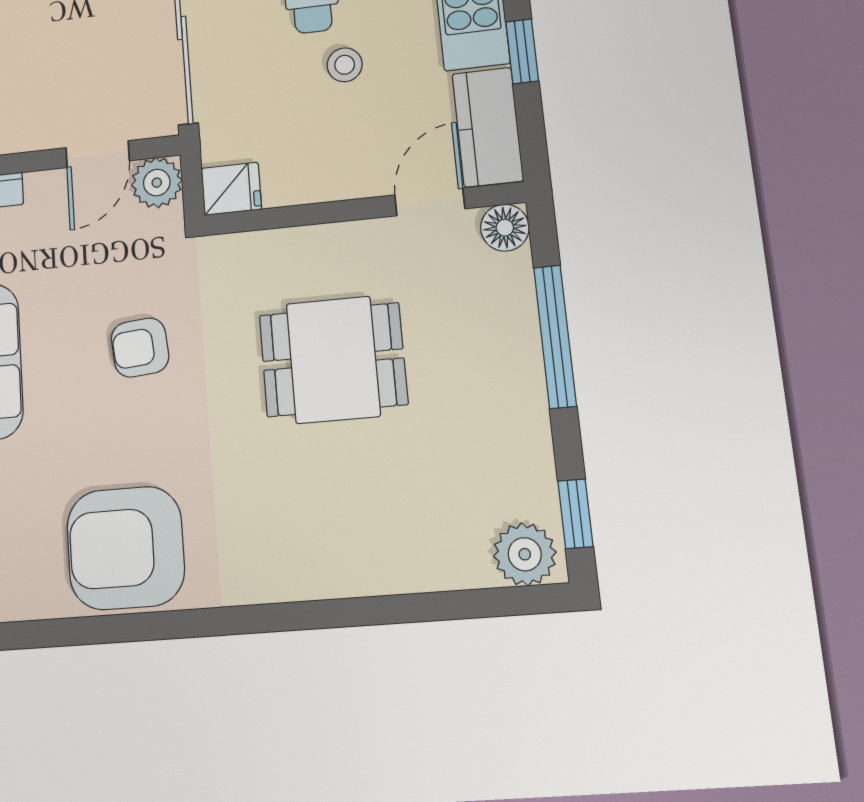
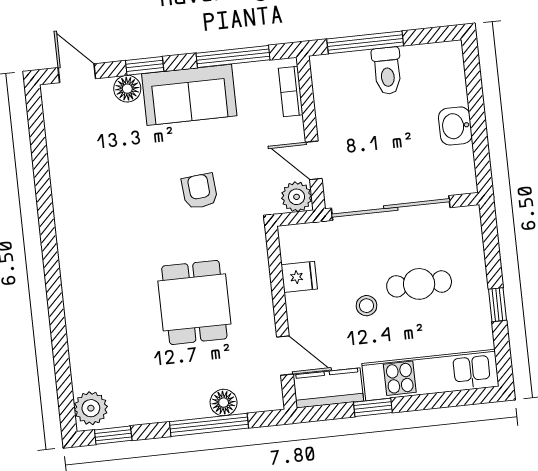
fridge: (231, 189) -> (299, 277), moved, turned -90
floor lamp: (505, 228) -> (224, 403), moved
armchair: (125, 548) -> (87, 188), removed

